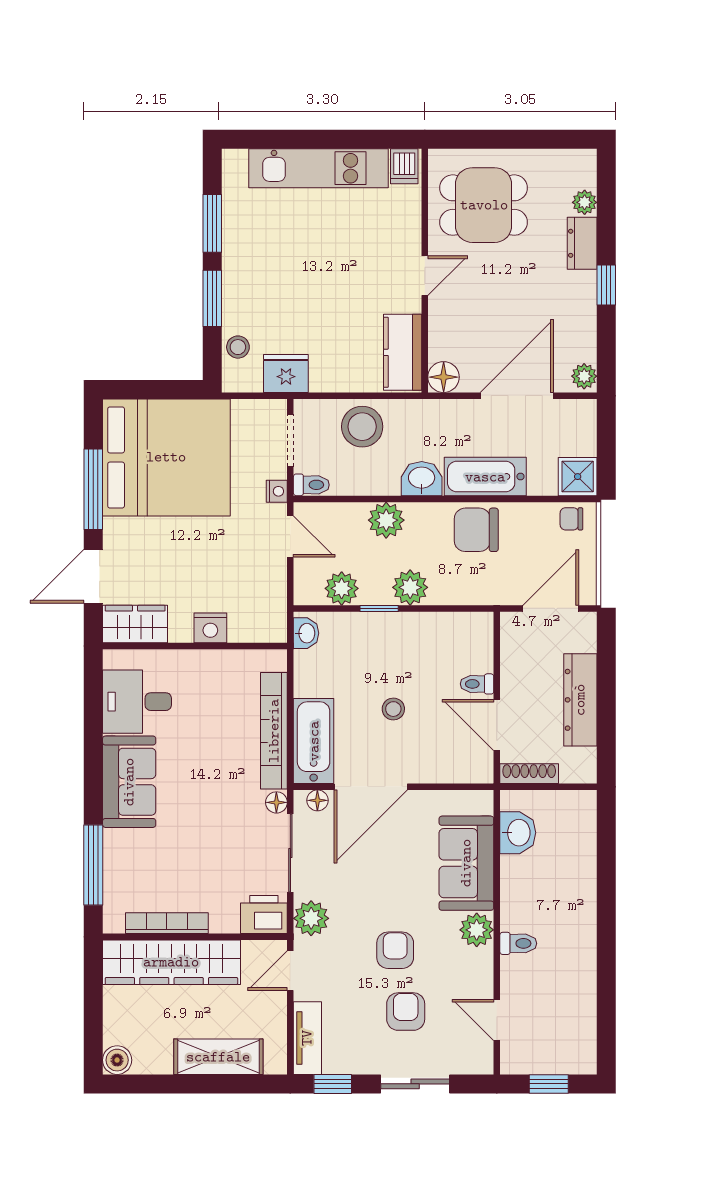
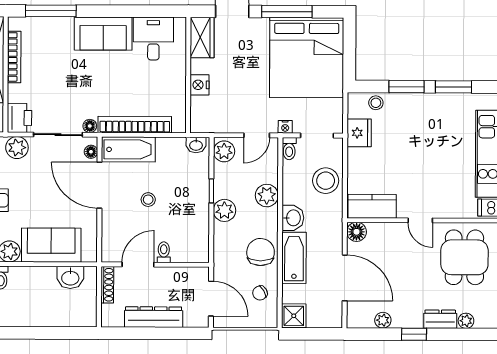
plant: (584, 376) -> (383, 320), moved
chair: (571, 519) -> (260, 293), moved, turned -121
plant: (342, 588) -> (224, 151), moved

